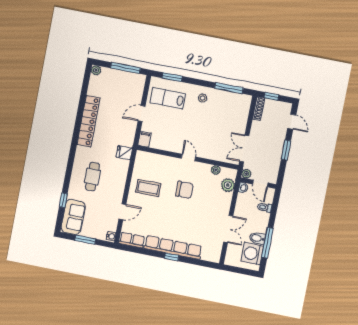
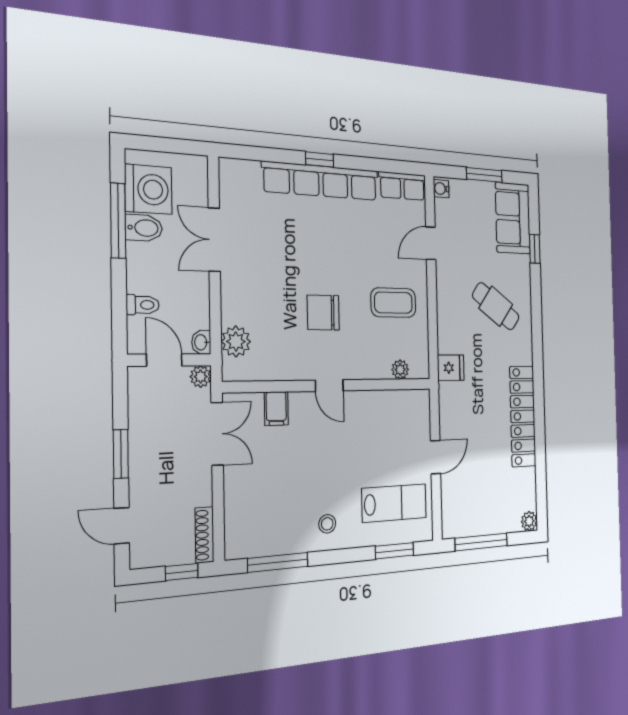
filing cabinet: (144, 139) -> (276, 409), moved
plant: (216, 170) -> (400, 370), moved
cafe table: (92, 177) -> (496, 306), turned -54

